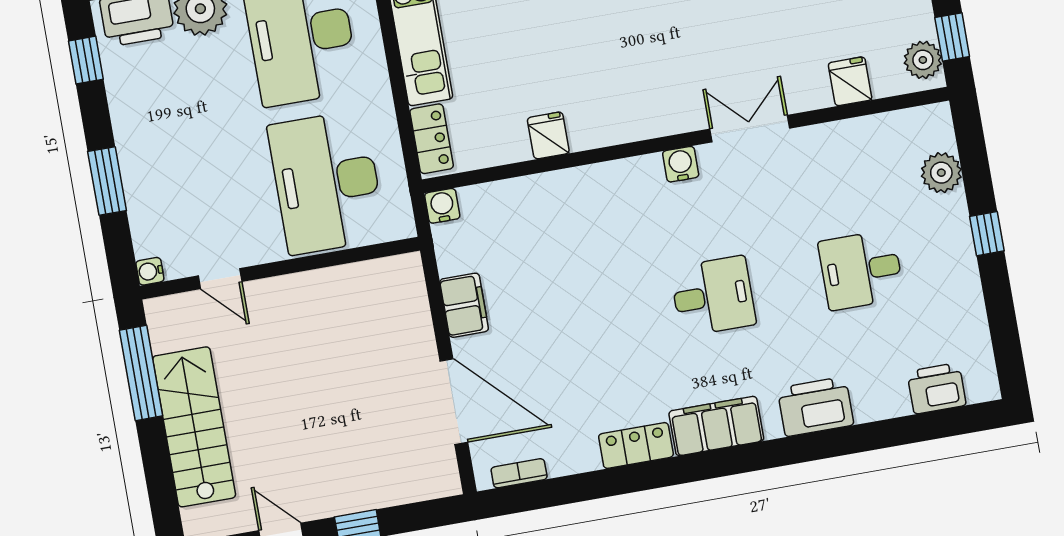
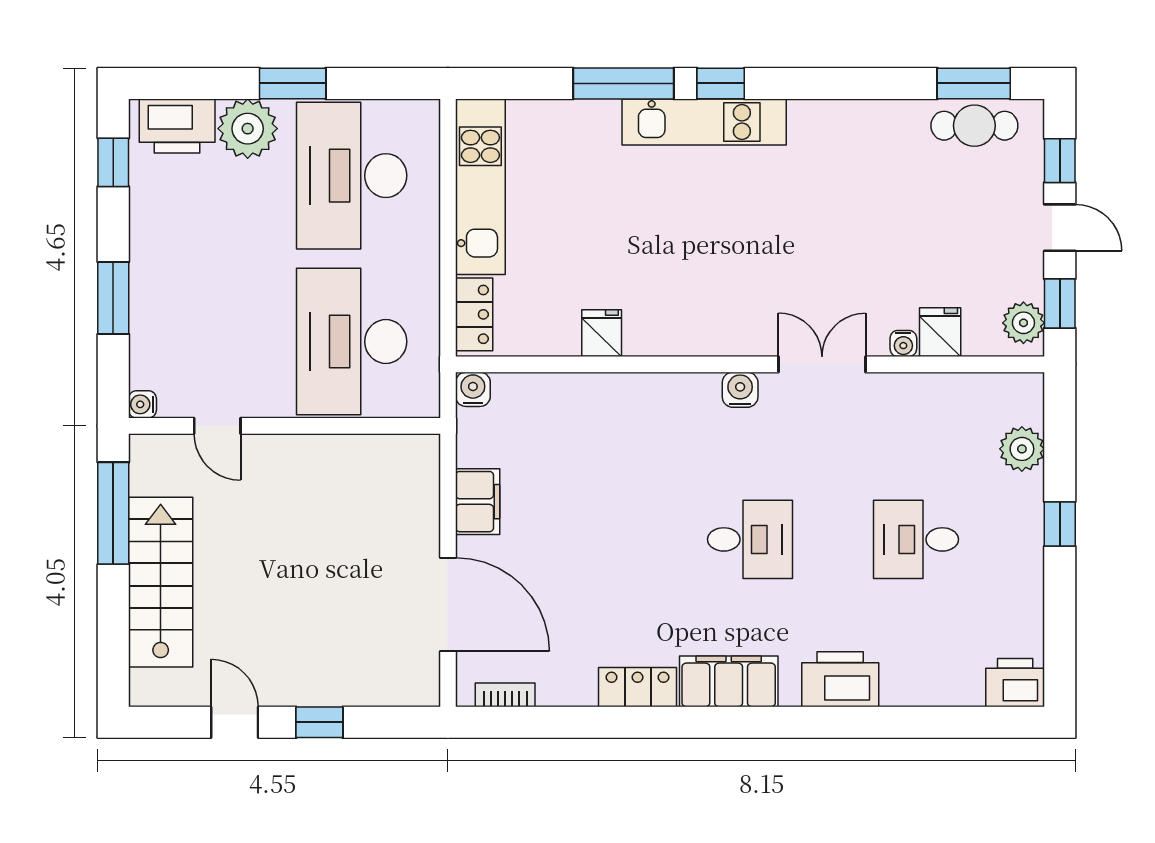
water cooler: (819, 97) -> (903, 343), added
printer: (937, 388) -> (1015, 683), moved

